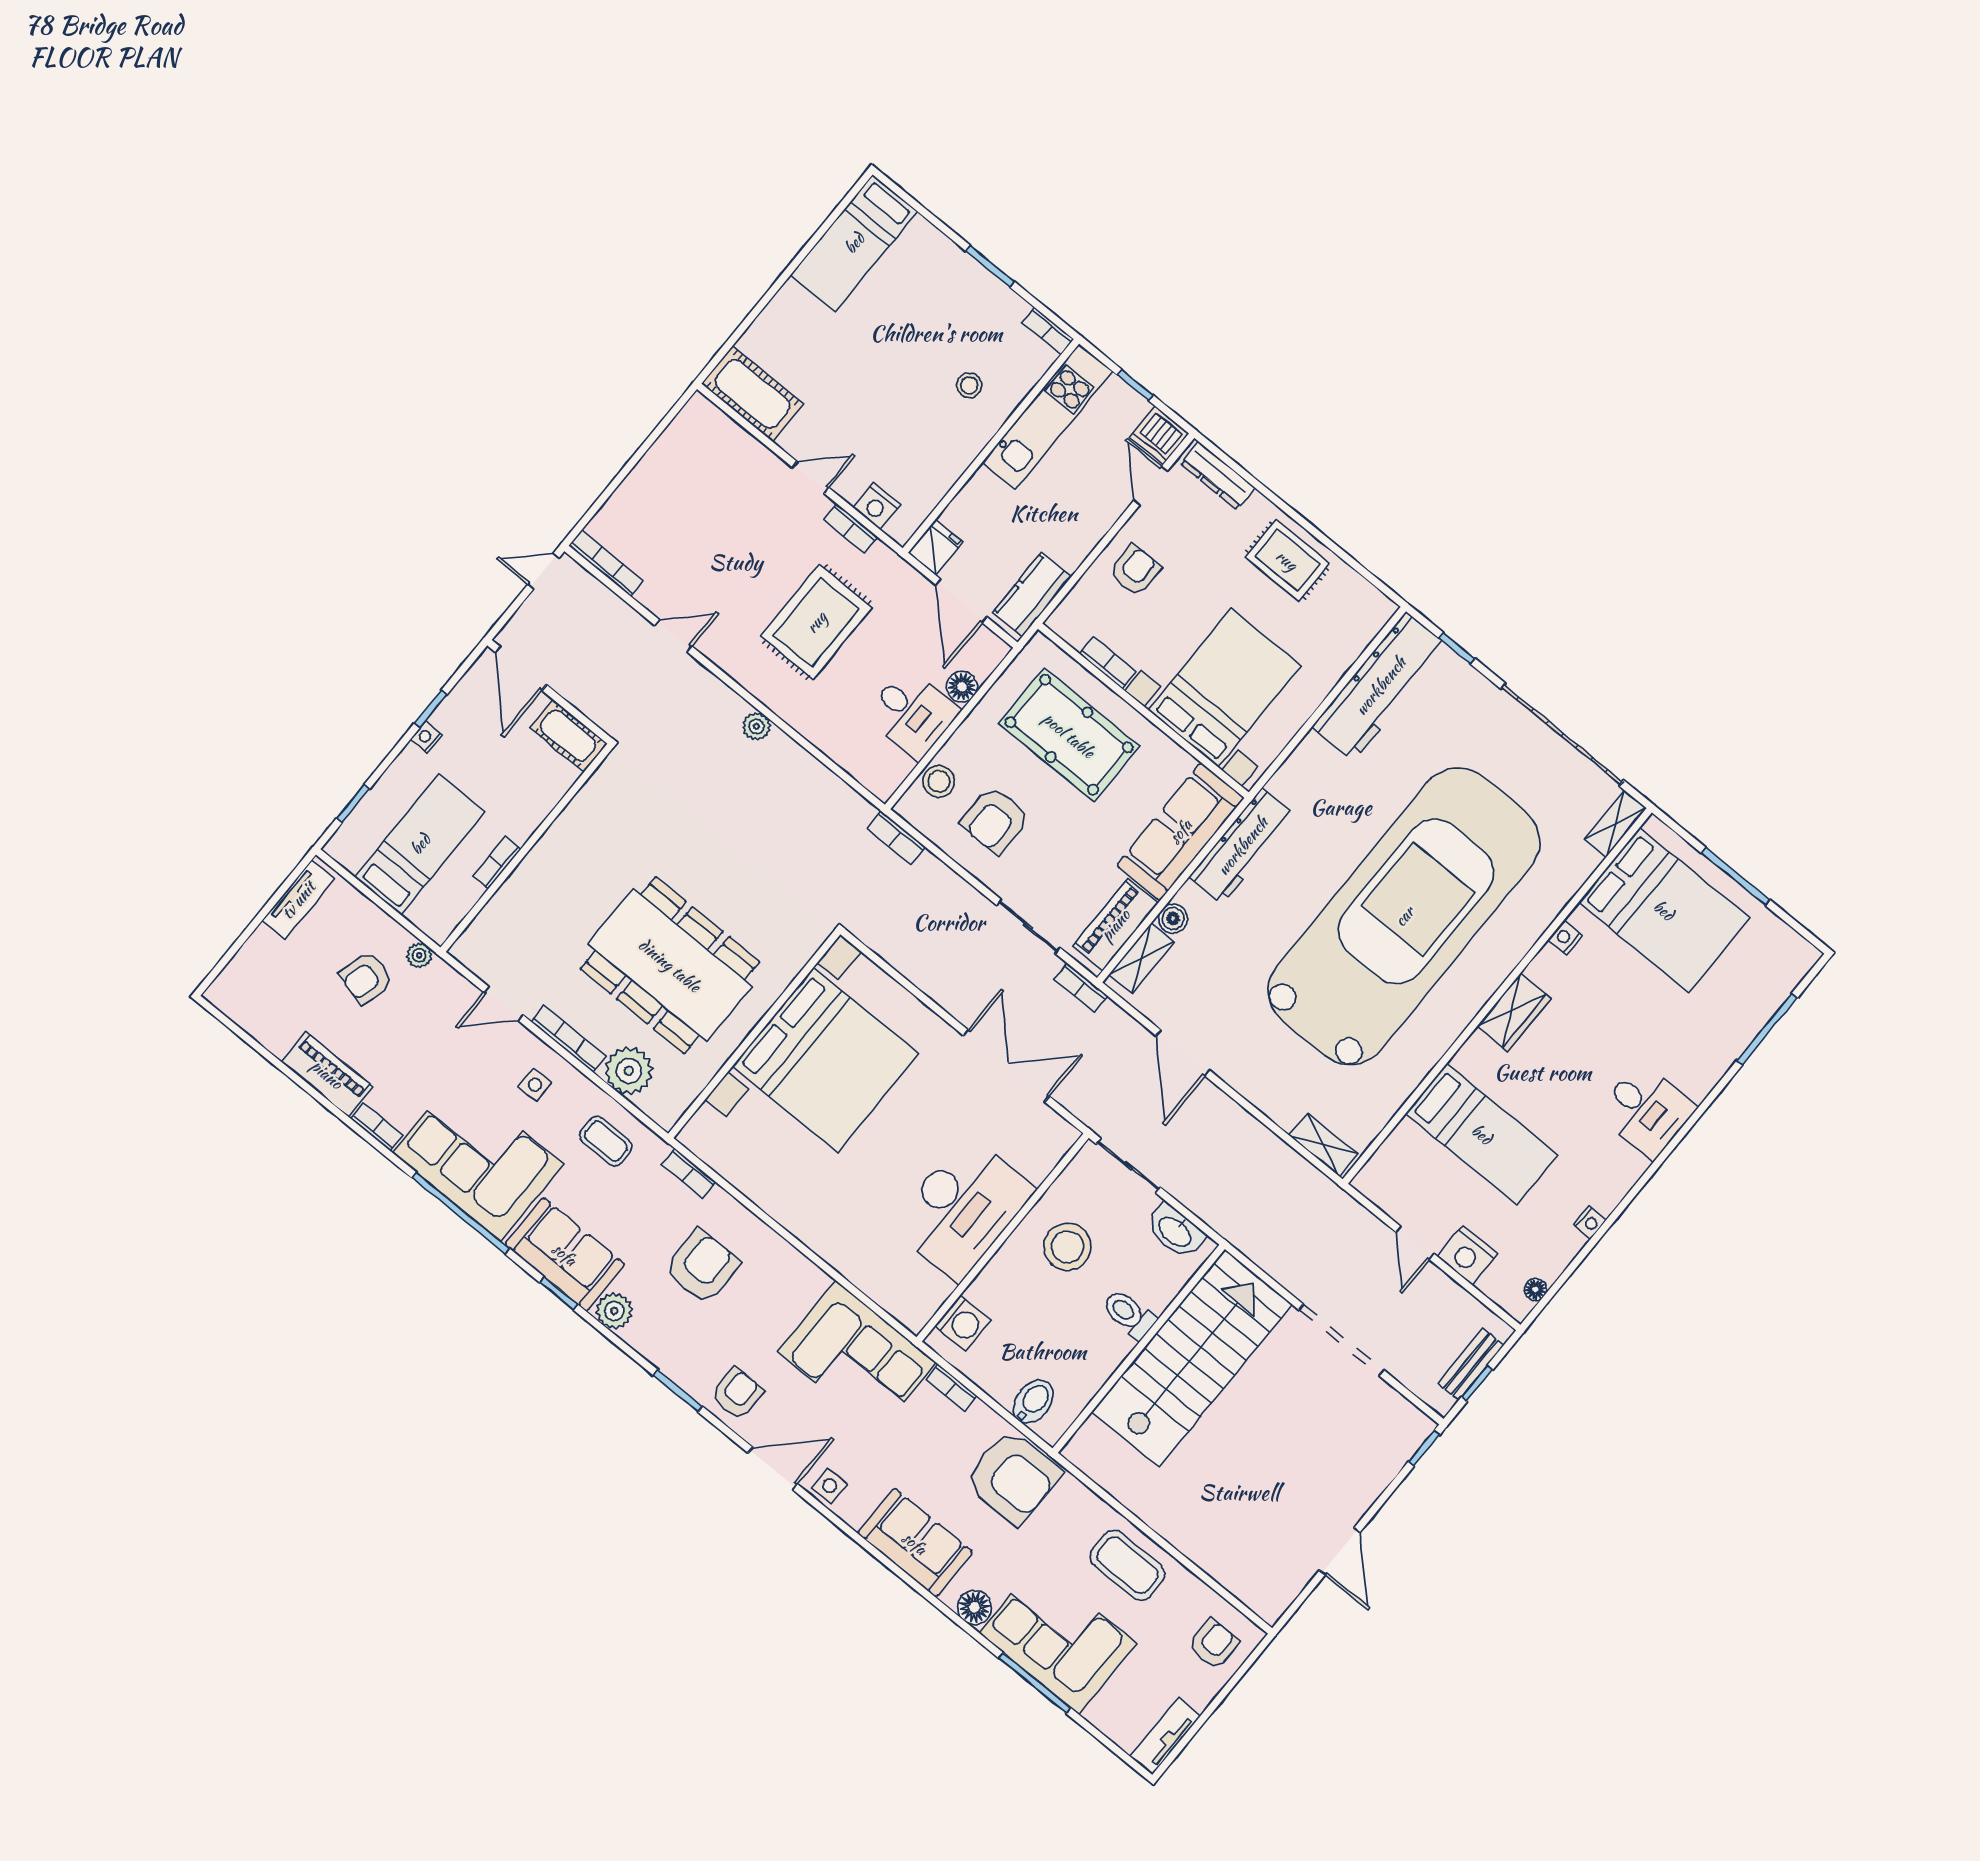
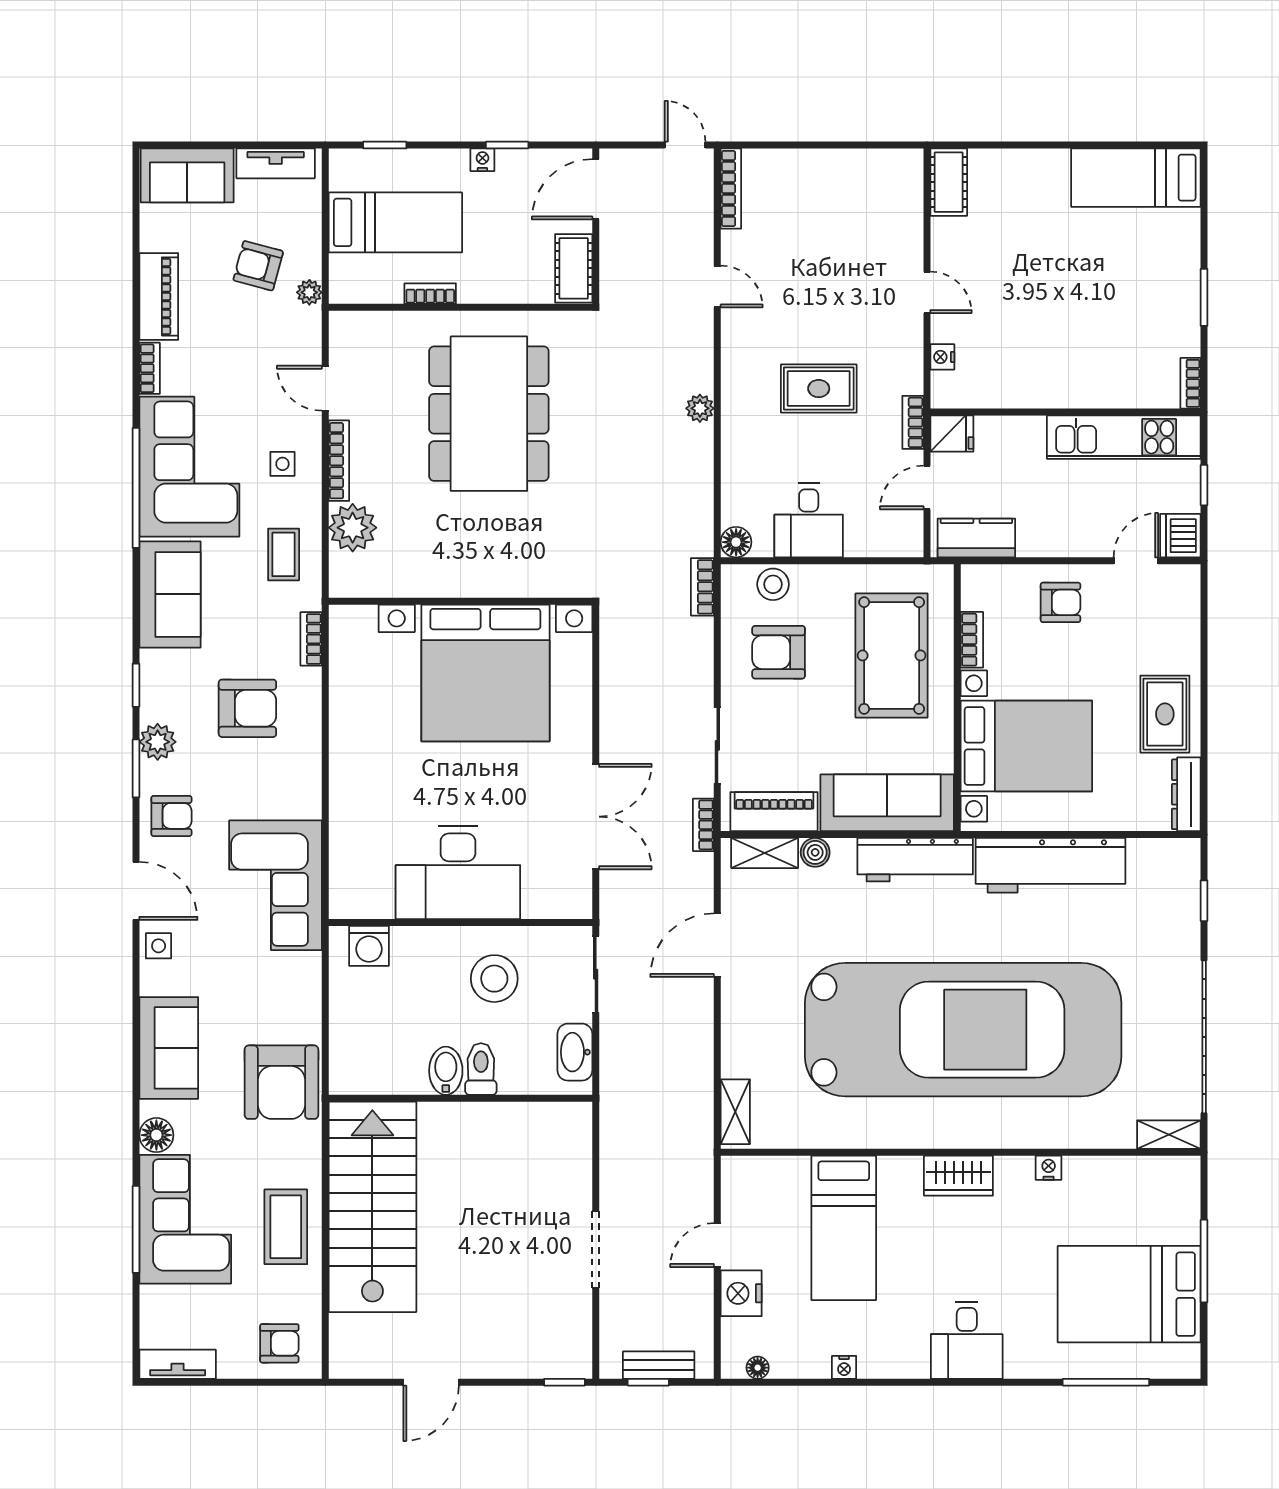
stool: (969, 385) -> (1099, 357), removed
cot: (753, 394) -> (949, 182), width x0.73, depth x0.75
dresser: (1218, 476) -> (1186, 794), moved
nightstand: (877, 506) -> (942, 357), width x0.72, depth x0.74
bookcase: (851, 528) -> (913, 422), moved
door: (961, 601) -> (927, 487), width x0.73
rug: (816, 622) -> (819, 389), width x0.73, depth x0.70
workbench: (1380, 686) -> (1051, 865), moved
floor lamp: (962, 687) -> (736, 542), moved
bed: (1664, 910) -> (1129, 1294), moved, turned 90
dining table: (670, 965) -> (489, 414), moved
sofa: (251, 976) -> (187, 175), added
window: (559, 1293) -> (136, 685), moved
plant: (614, 1311) -> (158, 742), moved
doorway: (1341, 1340) -> (596, 1250), width x0.73
stairs: (1192, 1358) -> (372, 1207), moved, turned -90
bookcase: (952, 1388) -> (312, 978), removed
bidet: (1033, 1402) -> (446, 1071), moved, turned -90

